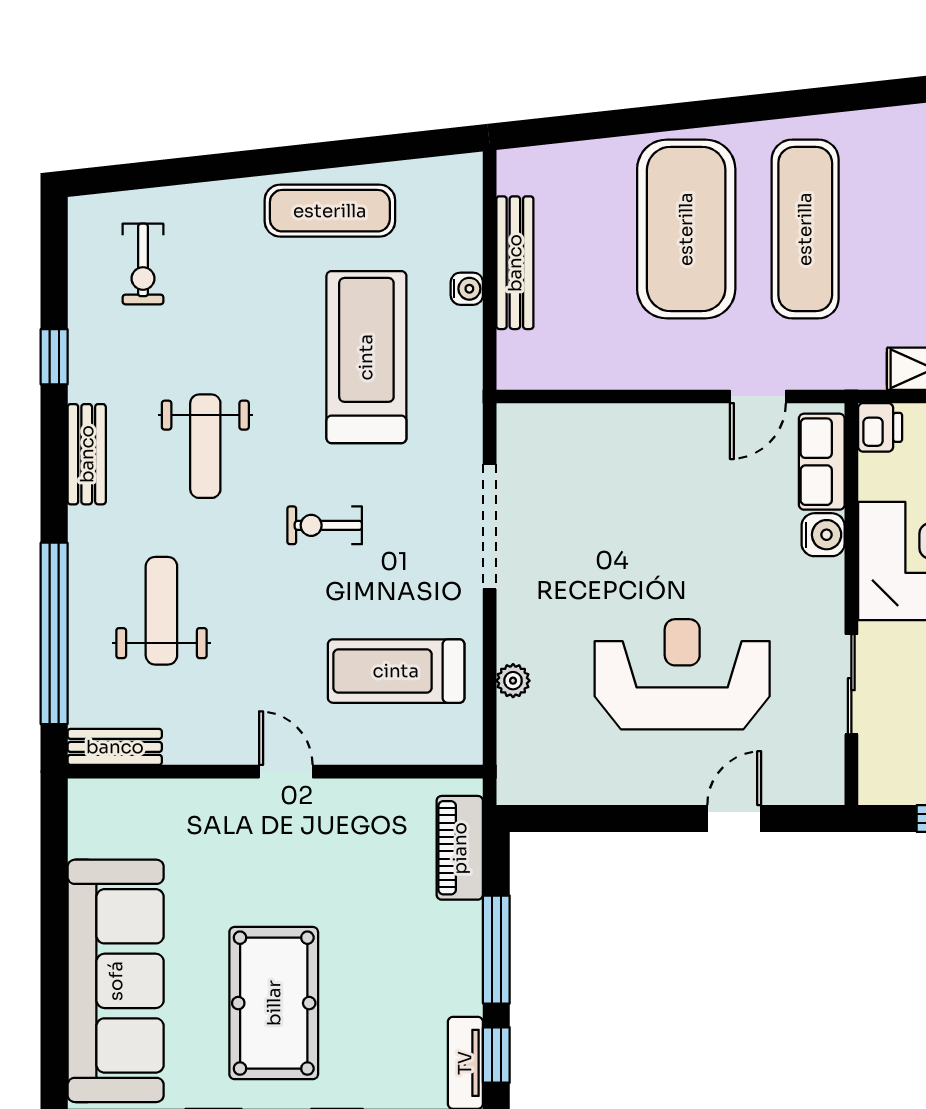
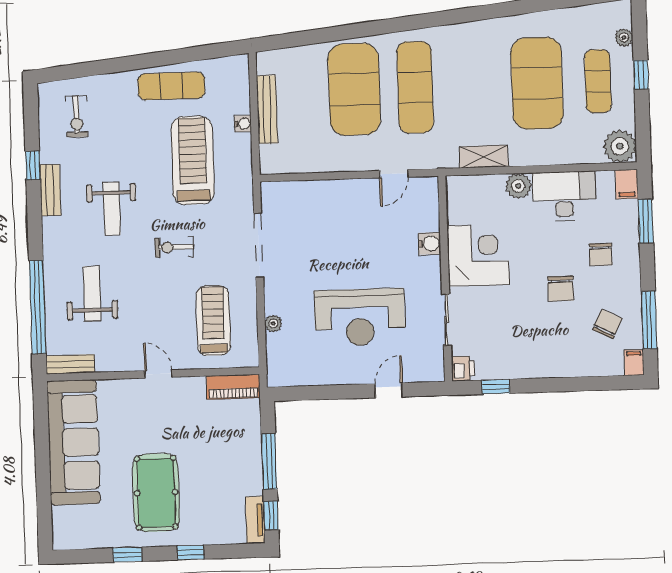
printer: (880, 427) -> (463, 369), moved
bench: (87, 454) -> (50, 190), moved
row of seats: (822, 462) -> (428, 206), removed
treadmill: (396, 671) -> (213, 321), turned 90
reception desk: (682, 674) -> (360, 317), turned 180
piano: (460, 848) -> (233, 387), moved, turned -90
sofa: (116, 981) -> (73, 442), moved

